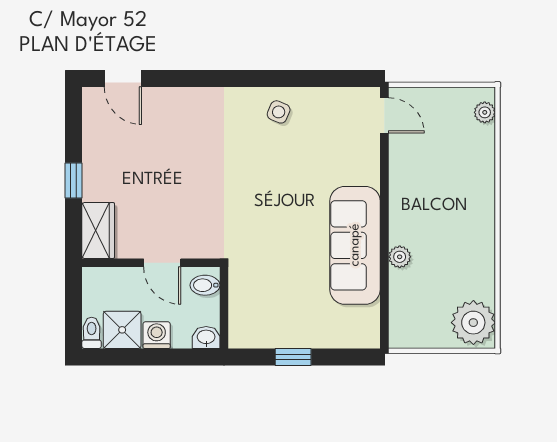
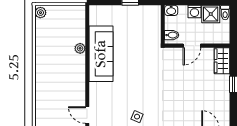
plant: (485, 112) -> (40, 116), removed
door: (162, 263) -> (192, 46), swing flipped
plant: (473, 323) -> (40, 13), width x0.53, depth x0.53

